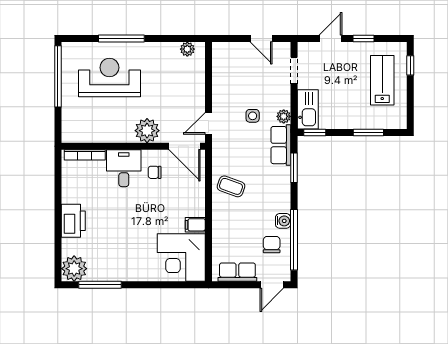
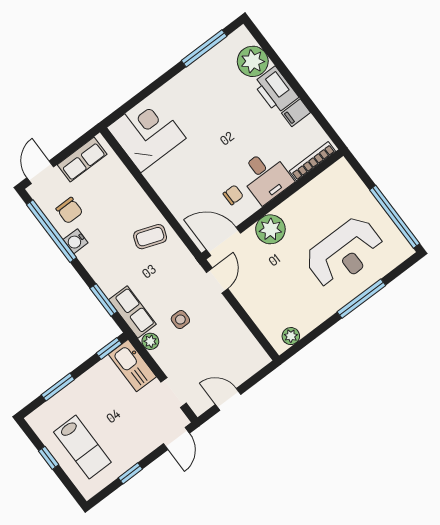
door: (331, 39) -> (176, 439), moved
window: (410, 65) -> (49, 458), moved
filing cabinet: (195, 225) -> (296, 113), moved, turned 180
plant: (74, 269) -> (253, 61), moved

